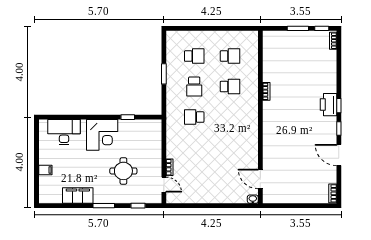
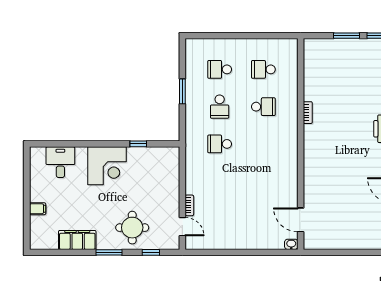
school desk: (194, 56) -> (220, 69), turned 180
school desk: (230, 56) -> (263, 69), turned 180
desk: (64, 132) -> (60, 162), width x0.73
round table: (123, 171) -> (132, 228), moved

